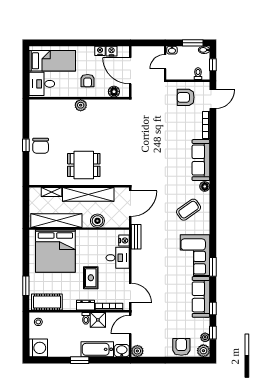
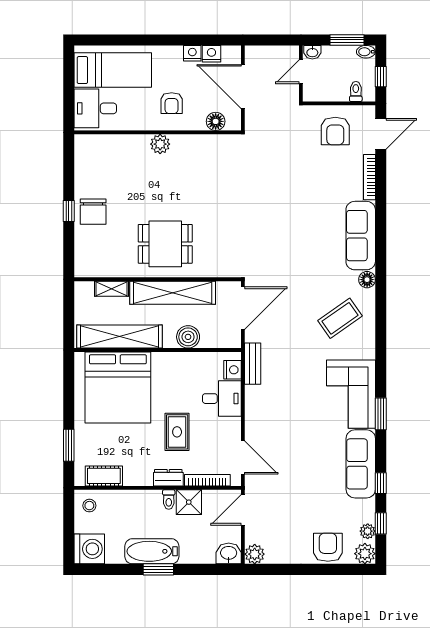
armchair: (186, 97) -> (335, 131), turned -90
cot: (47, 302) -> (104, 476), width x0.73, depth x0.75
bathtub: (97, 349) -> (152, 551), moved

